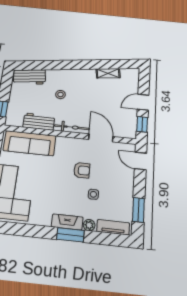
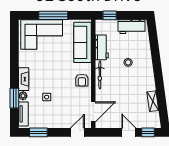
workbench: (30, 77) -> (131, 27), moved, turned -82
window: (142, 124) -> (148, 132), moved
door: (101, 138) -> (93, 112), moved
armchair: (82, 170) -> (82, 80), moved
window: (70, 235) -> (14, 98), moved

